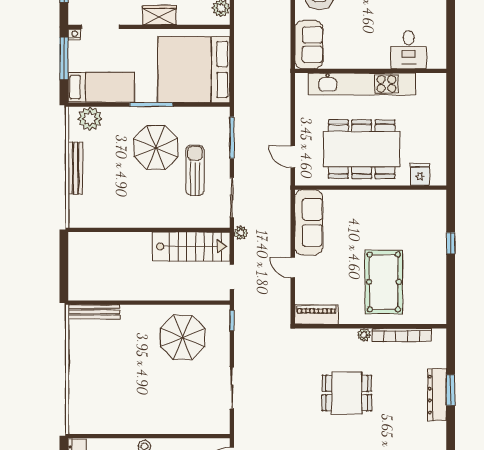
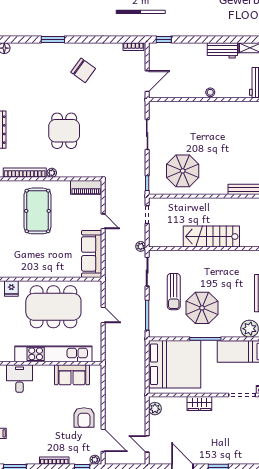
sofa: (309, 45) -> (72, 375), moved, turned -90
door: (293, 157) -> (103, 315), moved
stairs: (191, 247) -> (211, 237), moved
dining table: (347, 393) -> (64, 131), turned 90

